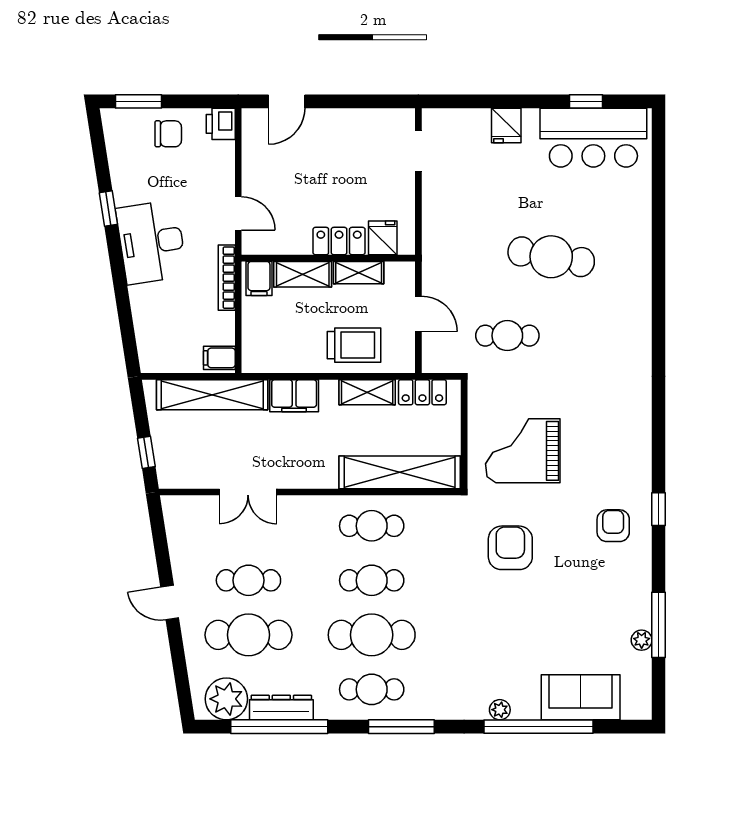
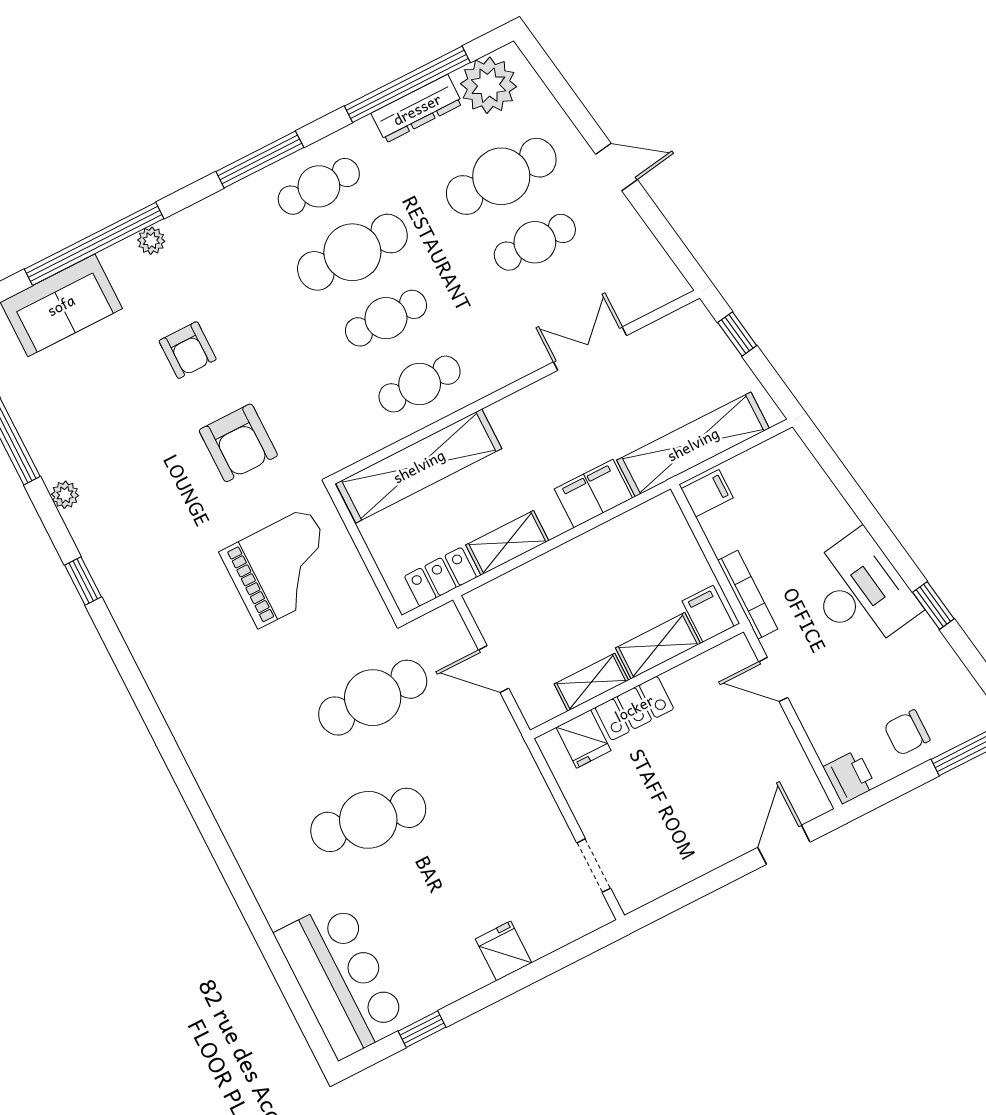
bar counter: (593, 138) -> (341, 979), moved, turned 90
cafe table: (507, 336) -> (373, 698), width x1.37, depth x1.35
trolley: (354, 345) -> (552, 592), removed
armchair: (613, 526) -> (188, 350), moved
plant: (642, 640) -> (65, 495), moved

